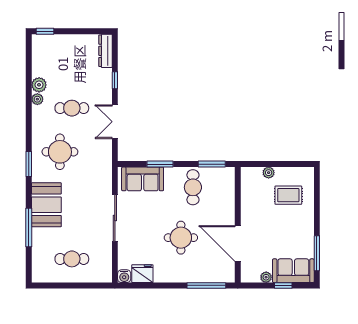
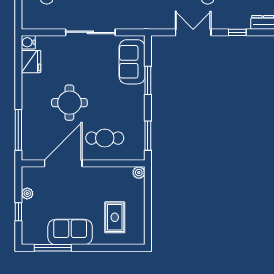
plant: (269, 173) -> (139, 173), moved
cafe table: (193, 187) -> (105, 138), moved
sofa: (293, 271) -> (70, 232), moved, turned -90

